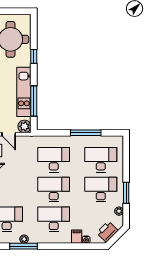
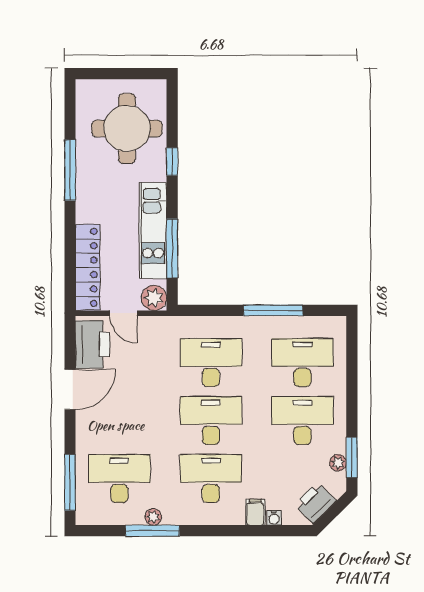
window: (126, 193) -> (352, 457), moved

